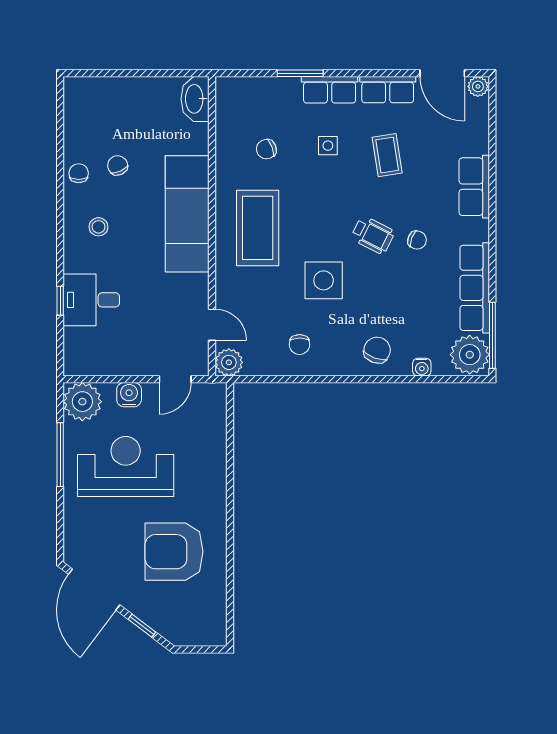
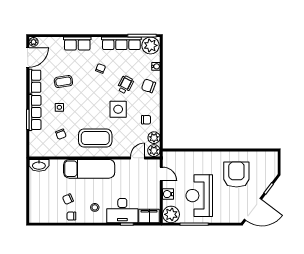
row of seats: (330, 90) -> (35, 112), width x1.48
wheelchair: (373, 235) -> (125, 85), moved
desk: (91, 300) -> (122, 211), width x1.37
filing cabinet: (79, 351) -> (149, 216), added
plant: (258, 363) -> (154, 138), added
armchair: (174, 552) -> (236, 174), turned 180

